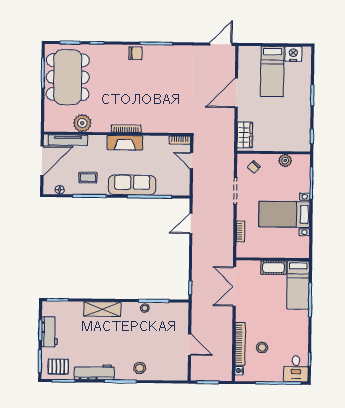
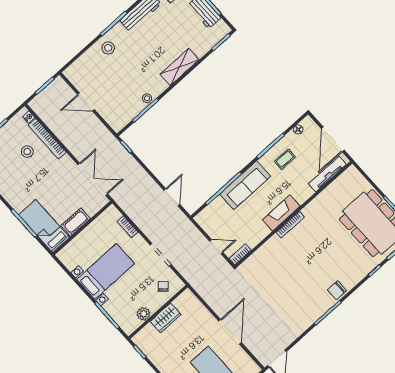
plant: (82, 123) -> (328, 198), removed
wardrobe: (245, 135) -> (166, 318), moved, turned -90

